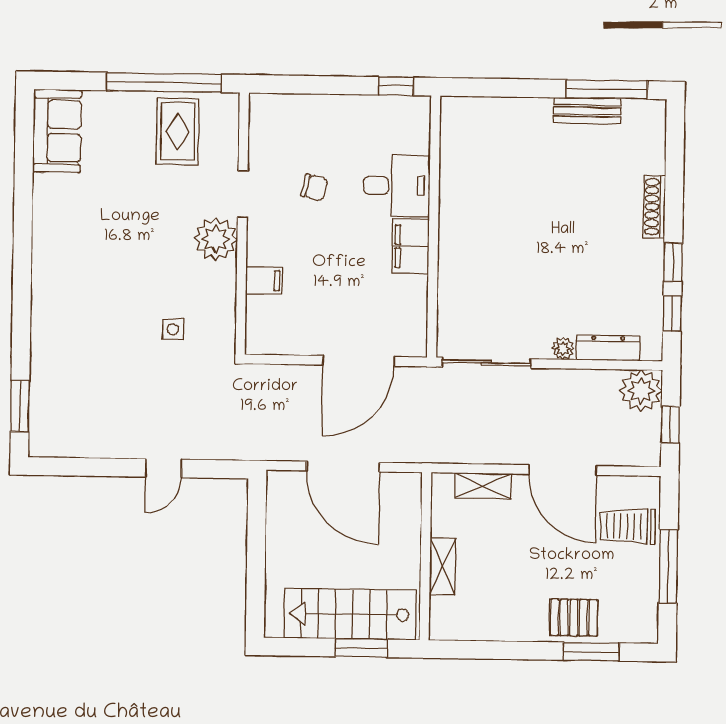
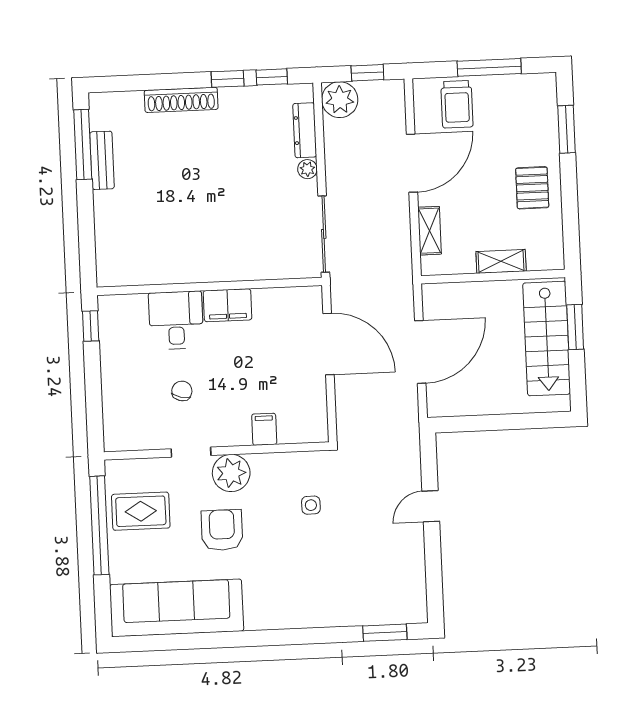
sofa: (57, 131) -> (177, 608), width x1.85, depth x1.27
shoe rack: (654, 207) -> (181, 100), width x1.36, depth x1.24
armchair: (150, 224) -> (222, 530), added
door: (163, 468) -> (431, 506), swing flipped
pallet: (574, 618) -> (532, 188), moved

